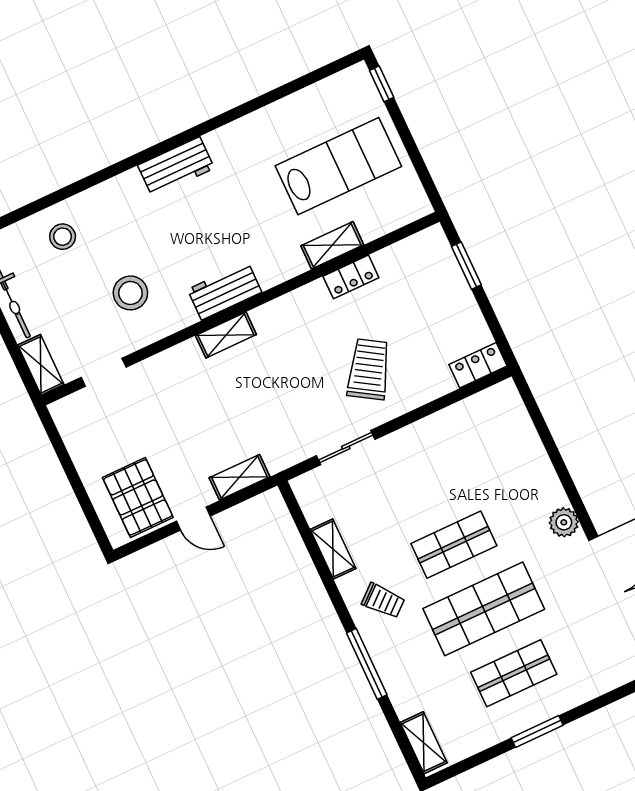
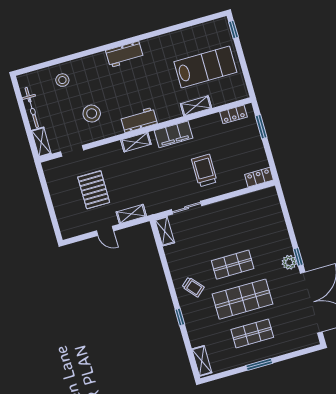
locker: (351, 277) -> (233, 114), moved
filing cabinet: (297, 308) -> (173, 134), added
trolley: (369, 369) -> (204, 171), turned -32
pallet: (138, 497) -> (94, 190), moved
window: (580, 509) -> (298, 257), added
shelving: (333, 549) -> (165, 231), moved
window: (367, 664) -> (180, 317), width x0.46

